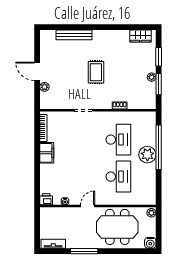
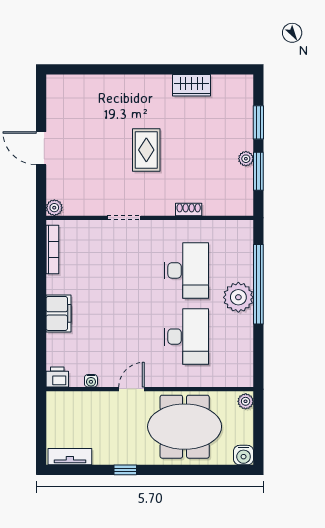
bench: (74, 35) -> (107, 83), removed
wardrobe: (141, 36) -> (191, 85), moved
plant: (44, 87) -> (54, 208), moved
filing cabinet: (47, 153) -> (59, 313), moved
window: (84, 251) -> (125, 470), width x0.46

